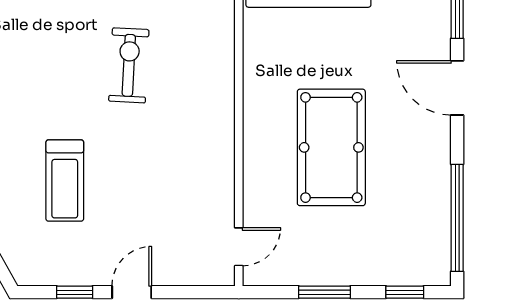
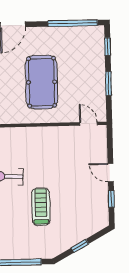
pool table: (331, 147) -> (42, 82), turned 90
treadmill: (65, 181) -> (41, 207), moved, turned -90

